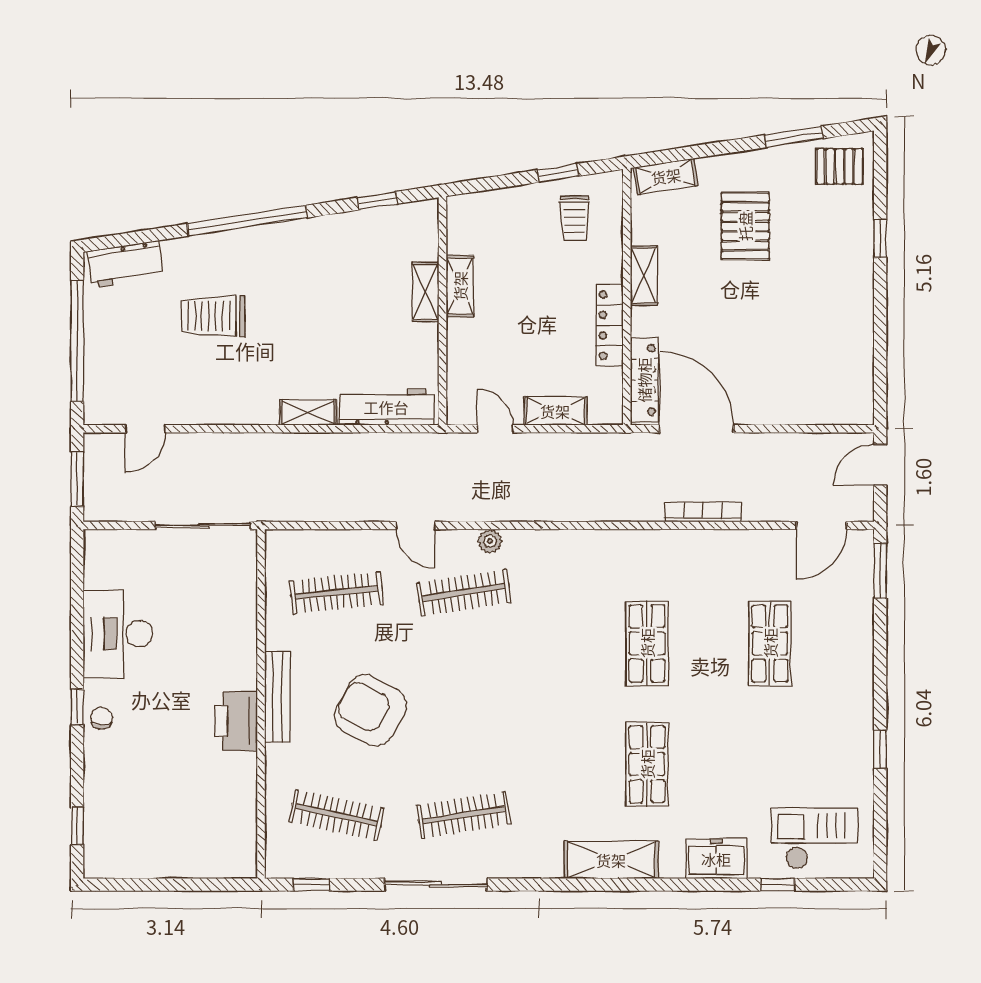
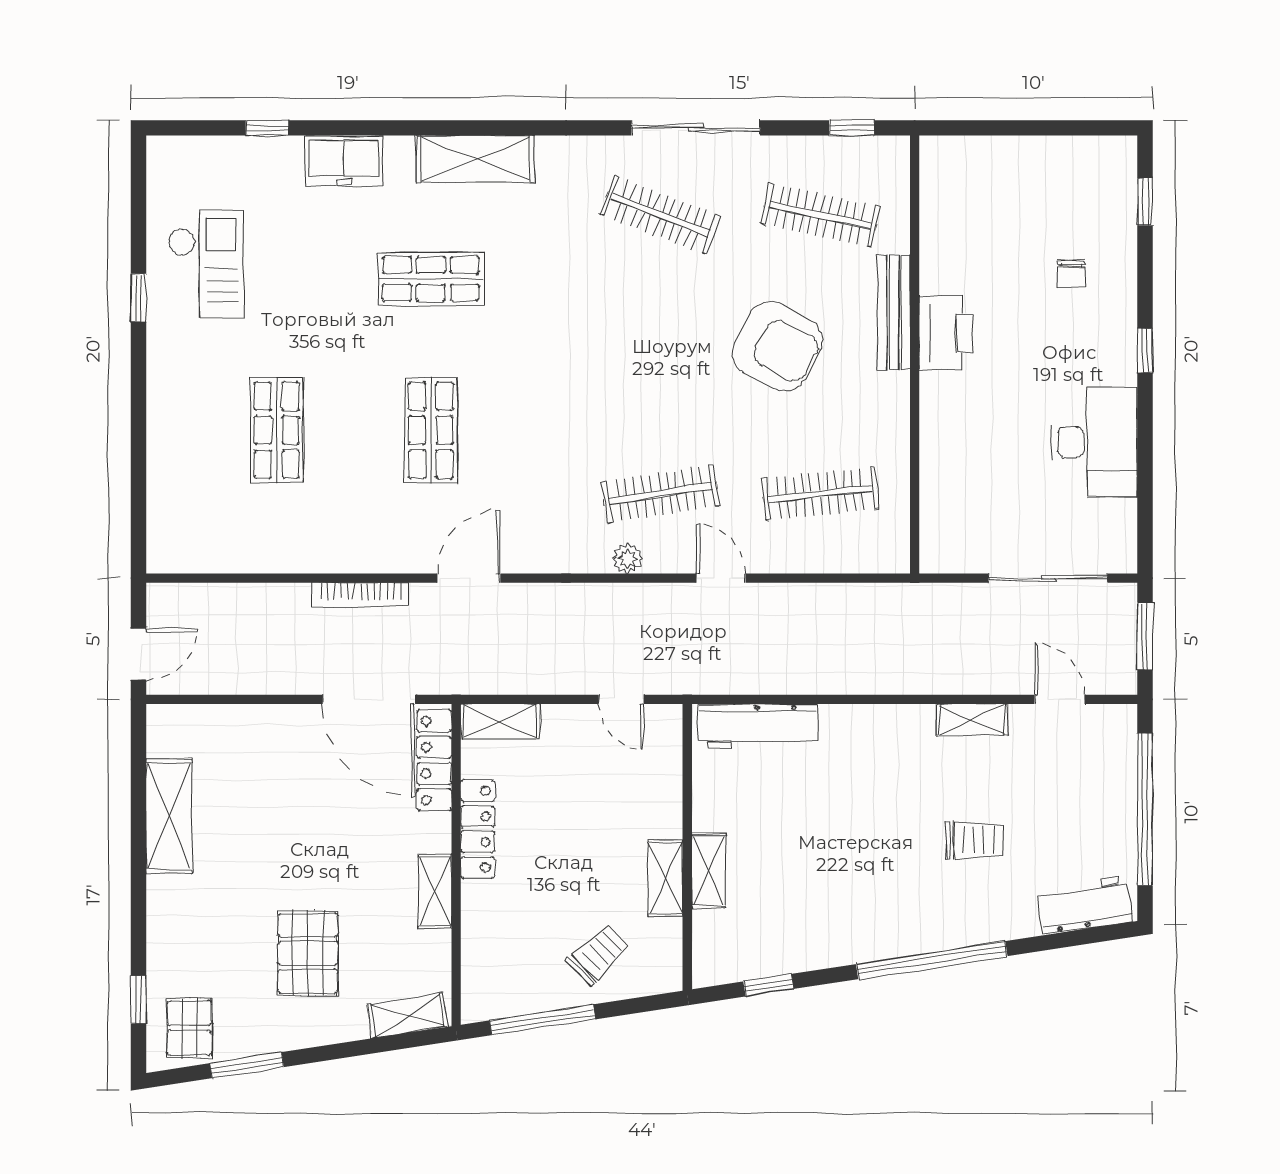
pallet: (840, 166) -> (189, 1028), turned 90
window: (558, 173) -> (542, 1020), width x2.17
trolley: (574, 218) -> (599, 954), moved, turned 46
window: (880, 239) -> (139, 1000), moved
trolley: (213, 316) -> (975, 840), width x0.73, depth x0.72
shelving: (856, 336) -> (169, 816), added
shelving: (555, 411) -> (500, 722), moved
shelving: (308, 412) -> (972, 720), moved
door: (145, 429) -> (1060, 699), hinge flipped
sliding door: (203, 525) -> (1048, 578), moved
door: (821, 525) -> (469, 578), moved
window: (880, 571) -> (139, 521), removed
bench: (277, 697) -> (894, 312), moved
chair: (101, 718) -> (1071, 274), moved
shop shelf: (647, 764) -> (431, 279), turned 90
clothes rail: (464, 815) -> (661, 215), turned 30
checkout: (814, 838) -> (206, 264), moved, turned -90

